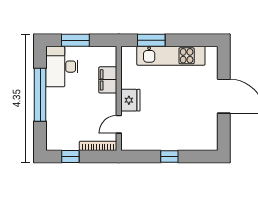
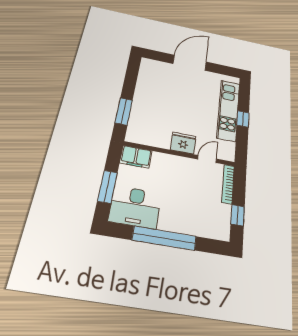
kitchen unit: (171, 56) -> (228, 110), moved, turned 180
filing cabinet: (108, 80) -> (136, 157), moved
door: (119, 124) -> (207, 159), swing flipped

